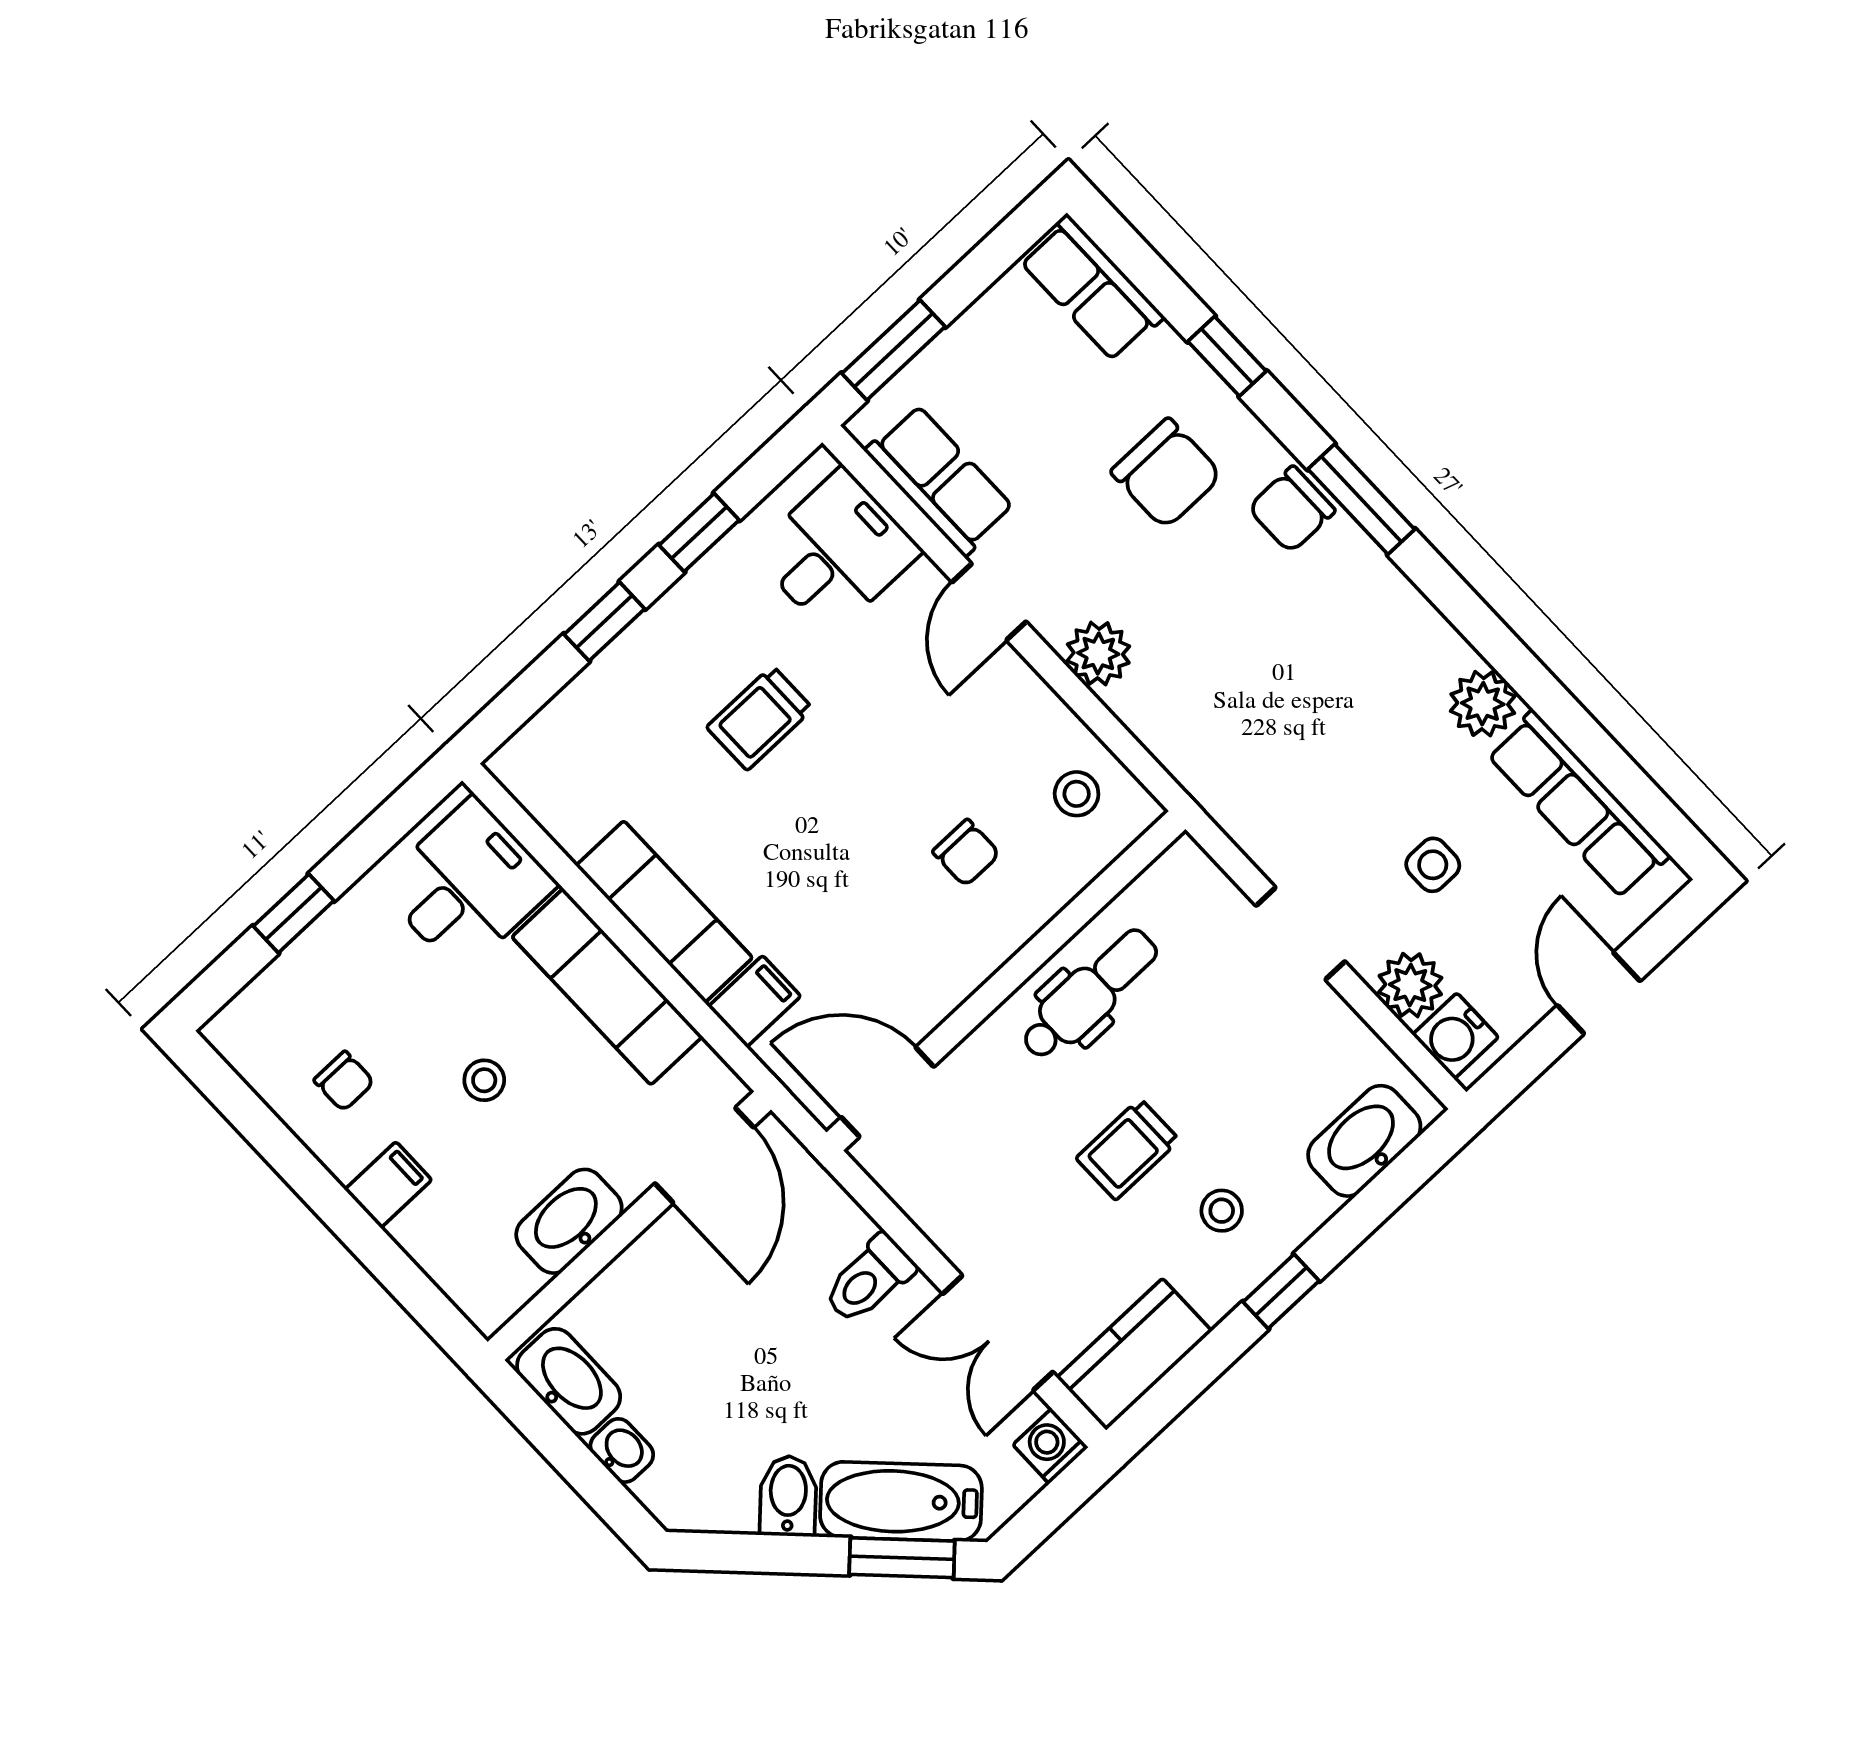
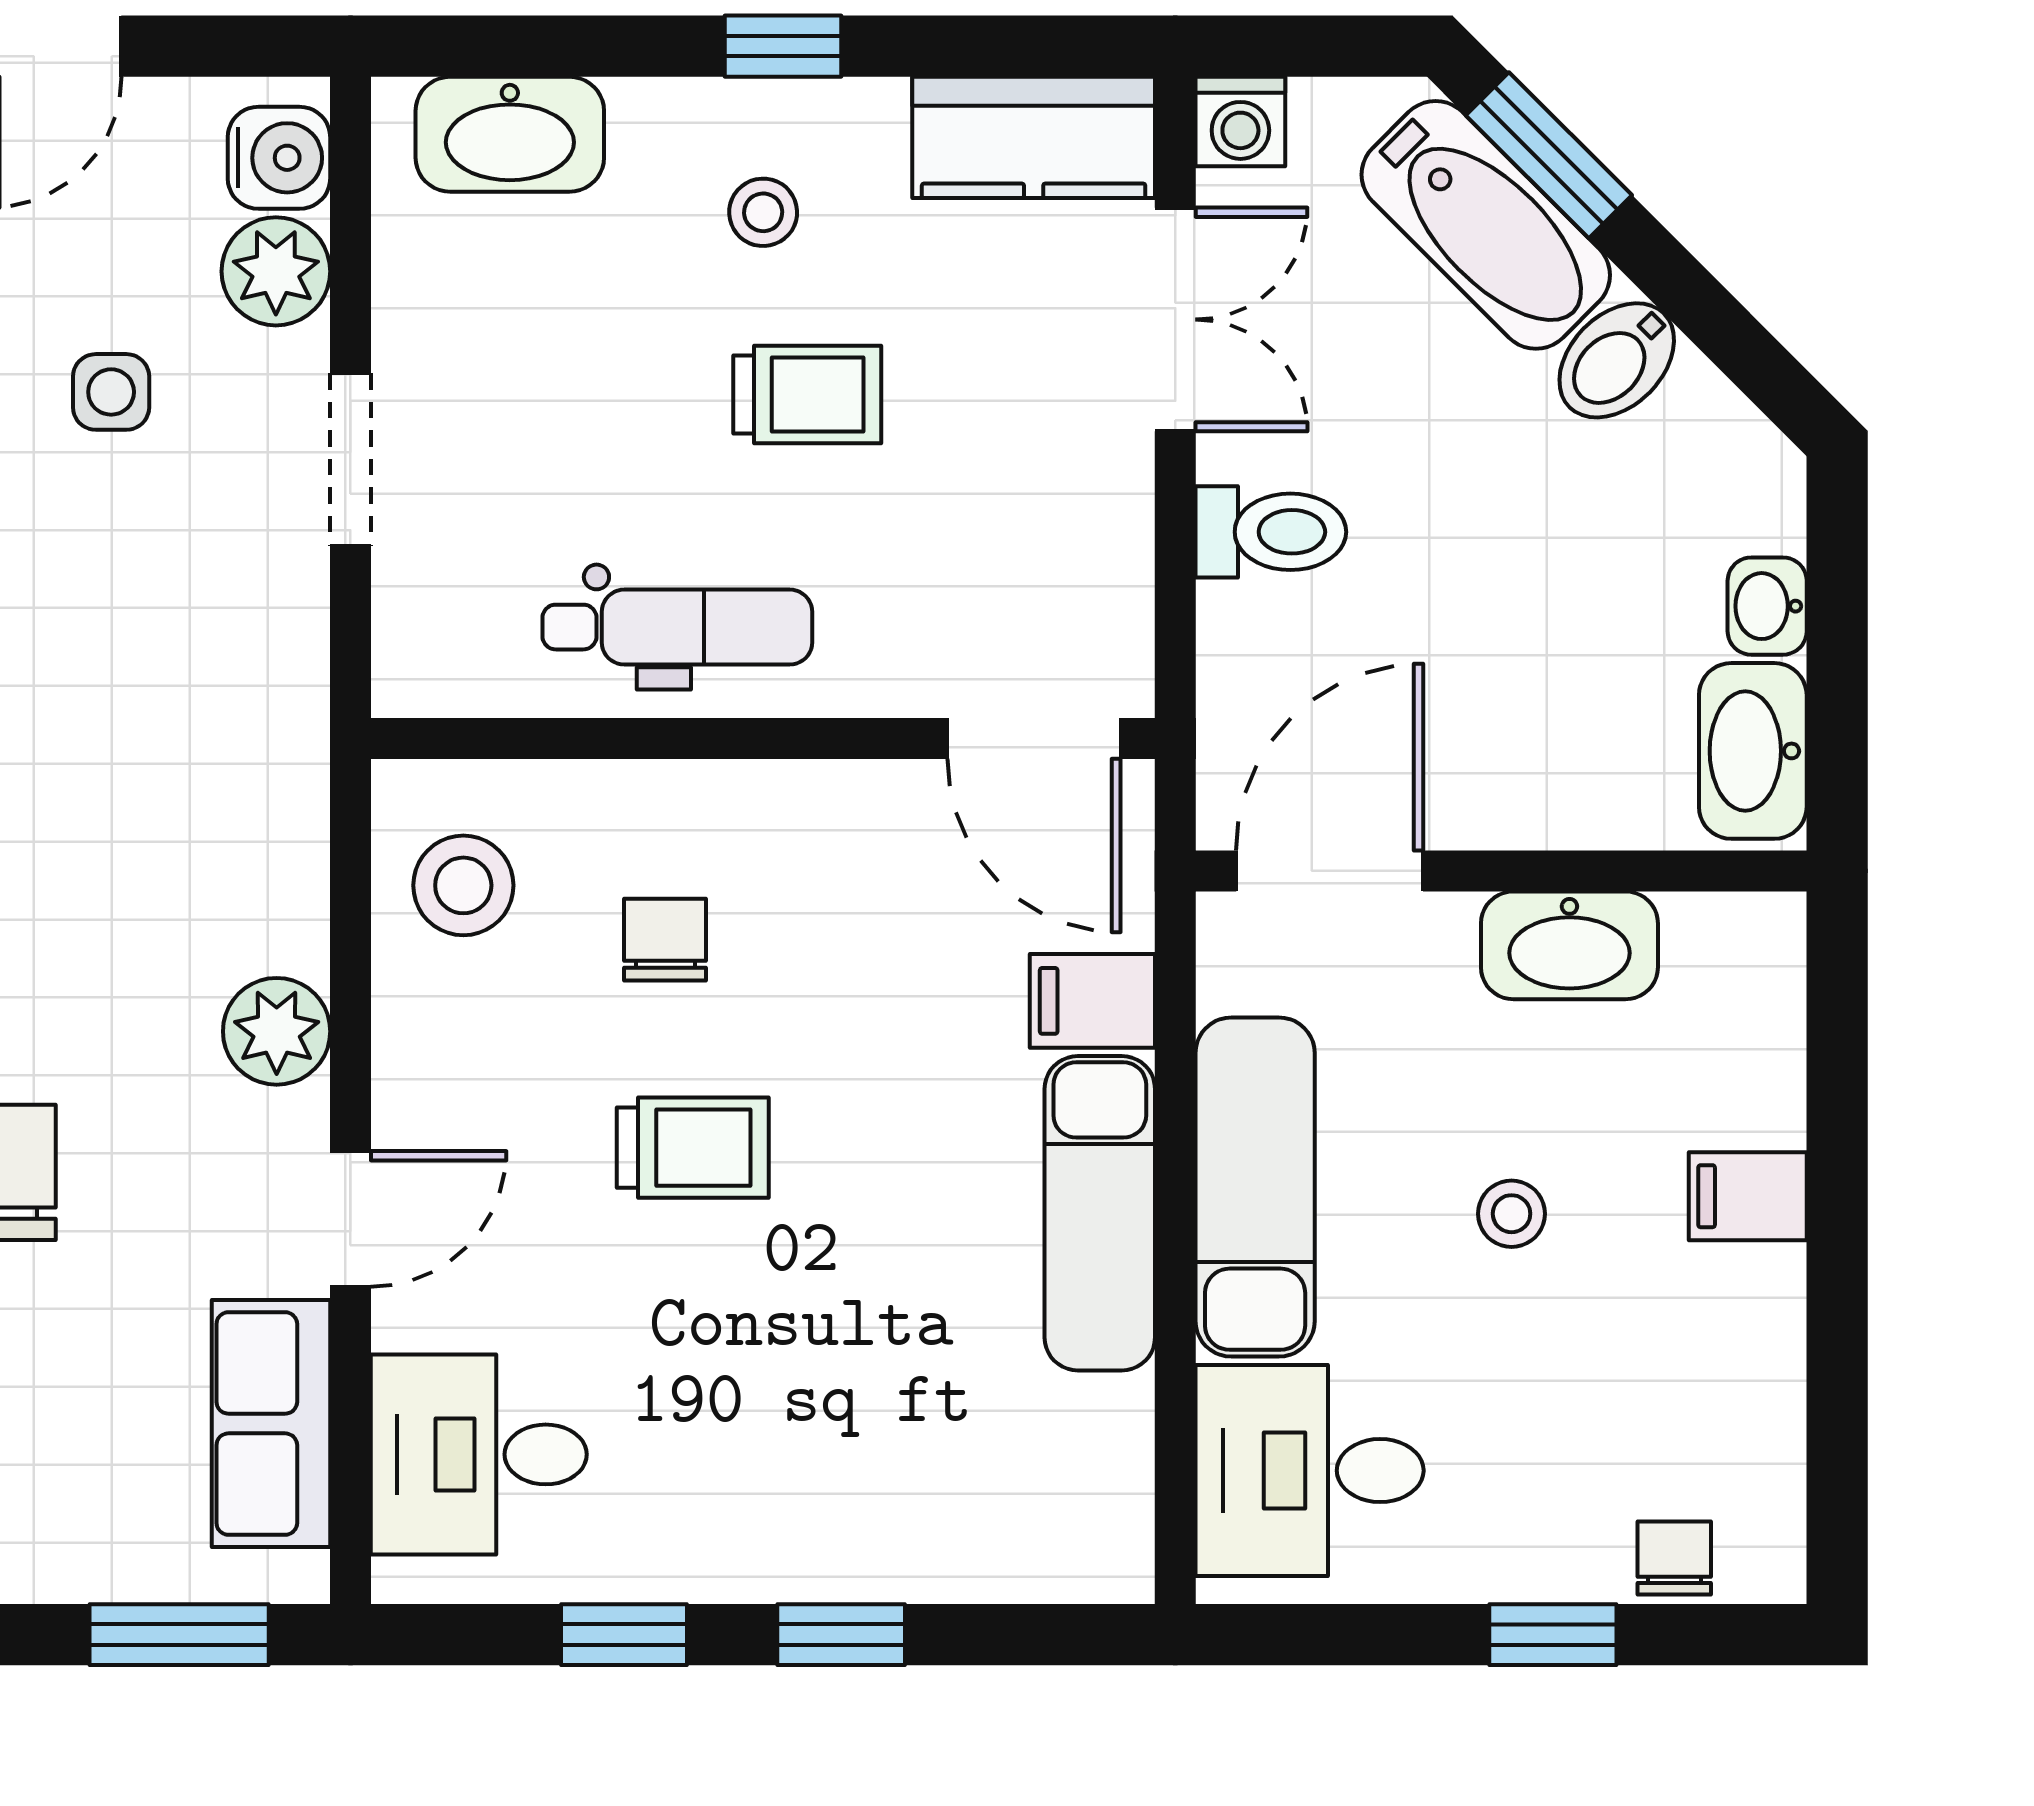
trolley: (760, 718) -> (693, 1148), moved
stool: (1077, 794) -> (463, 885), width x1.37, depth x1.37
dental chair: (1089, 994) -> (677, 627), turned 180
chair: (344, 1081) -> (1674, 1558), moved

